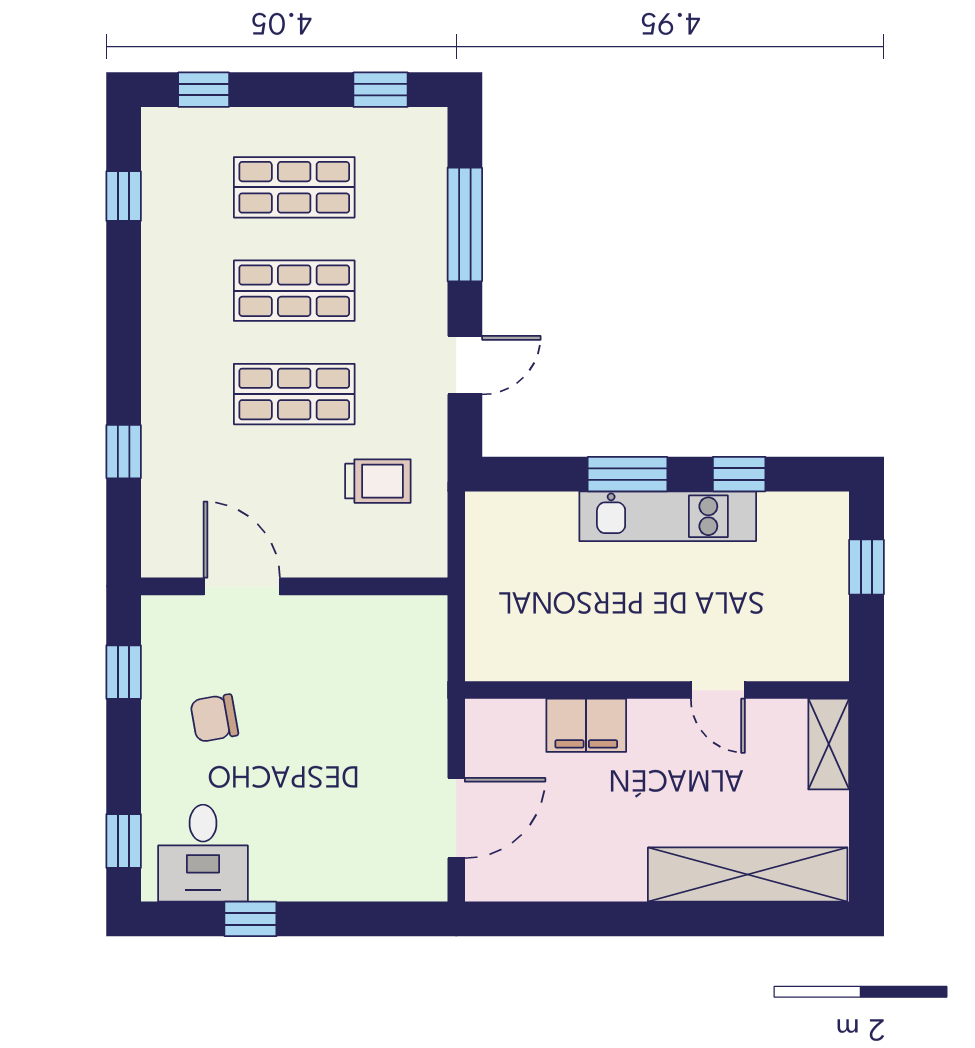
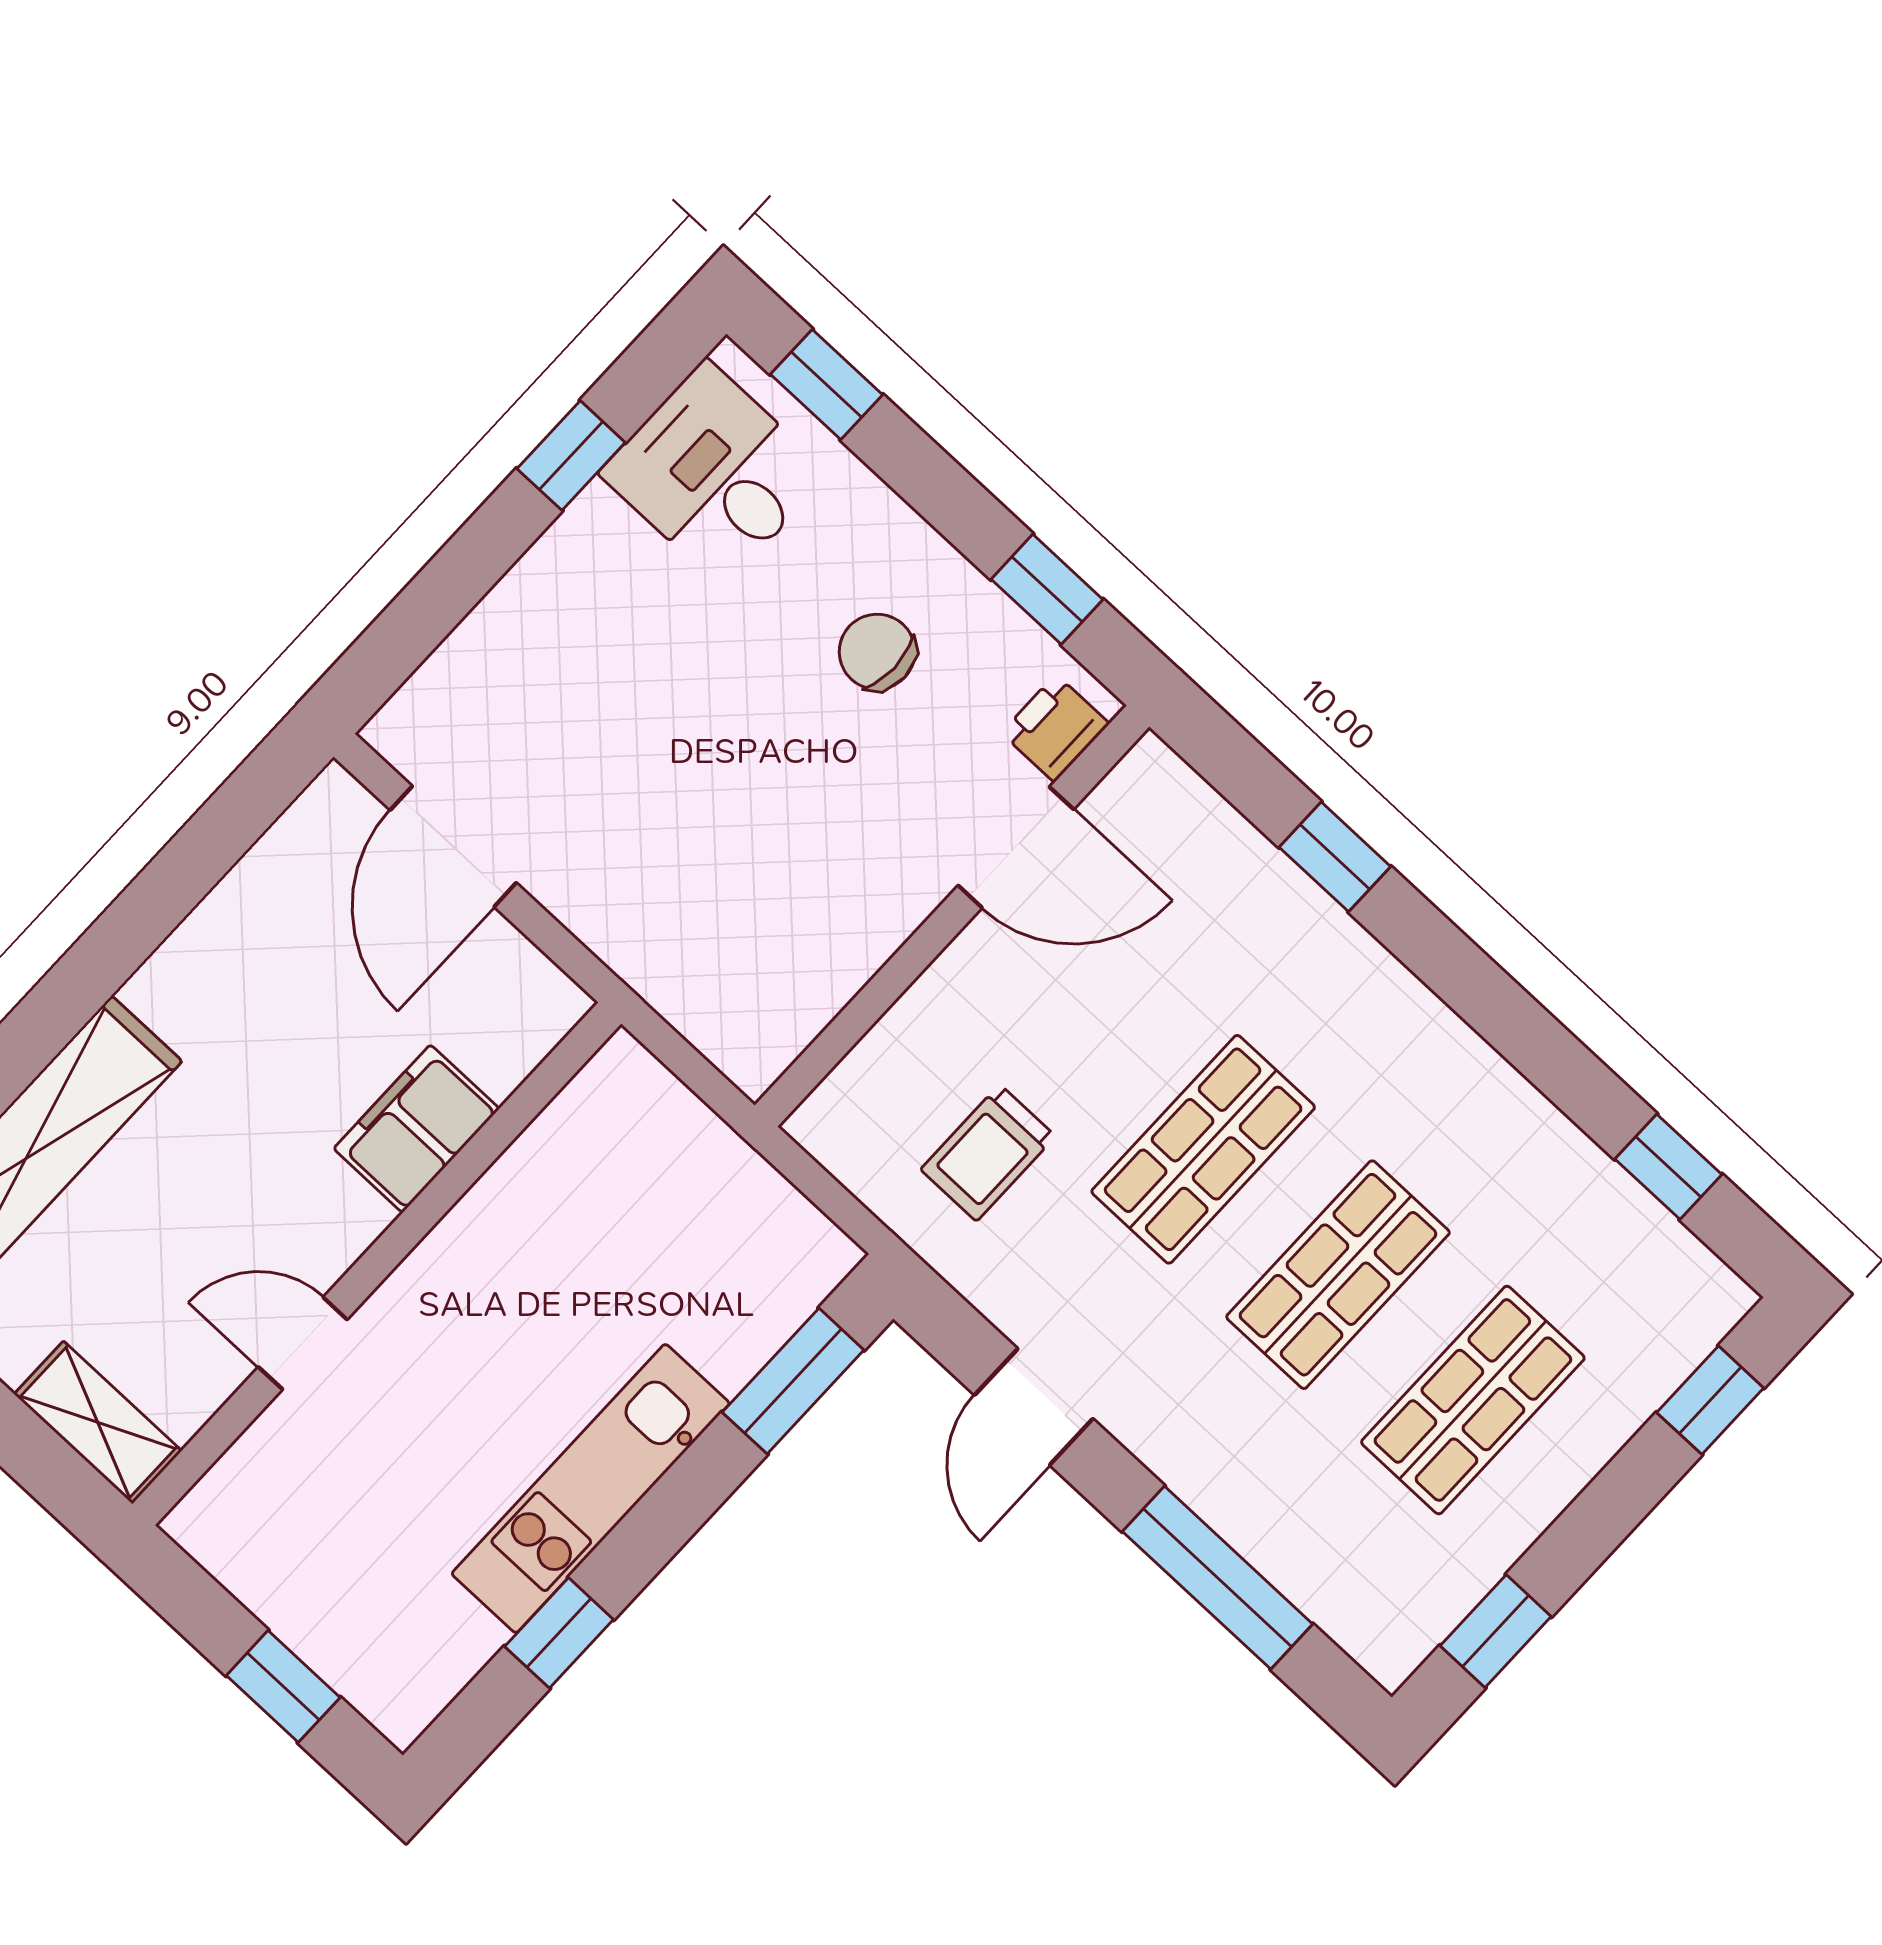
window: (627, 474) -> (793, 1381), moved
printer: (178, 616) -> (1055, 728), added
chair: (214, 718) -> (877, 652), turned -80

